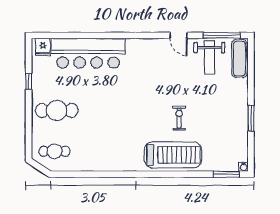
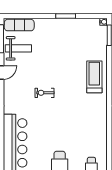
exercise bike: (179, 118) -> (44, 93), moved
treadmill: (173, 155) -> (94, 77), width x0.73, depth x0.73

